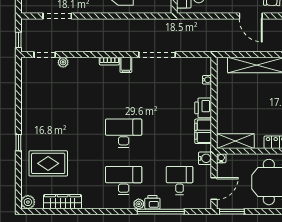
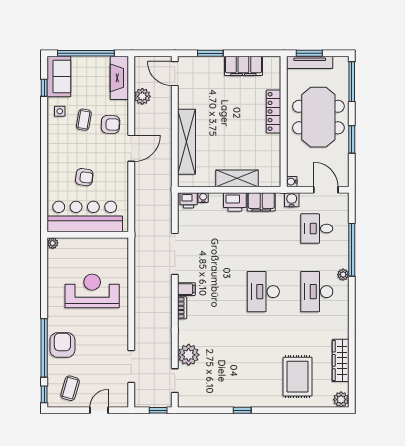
plant: (63, 62) -> (189, 355), width x1.88, depth x1.88
shelving: (235, 141) -> (237, 178), moved, turned 90
window: (18, 143) -> (242, 410), moved
printer: (152, 202) -> (189, 200), moved, turned -90
window: (232, 212) -> (352, 139), moved

